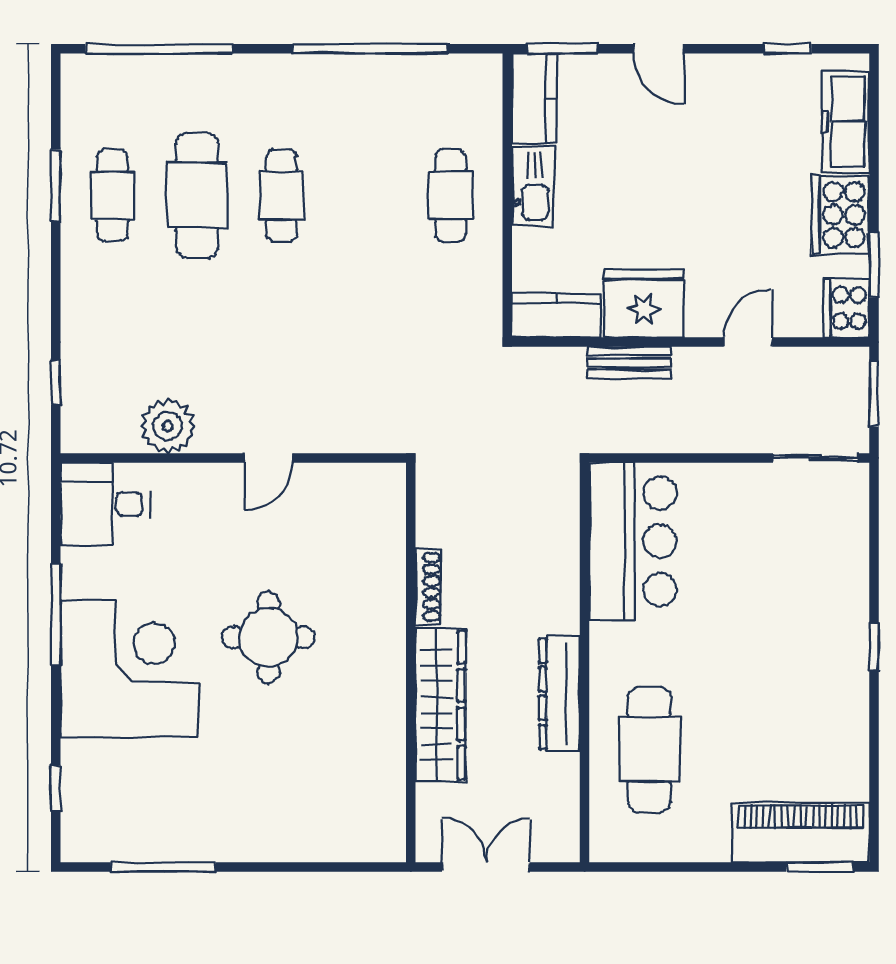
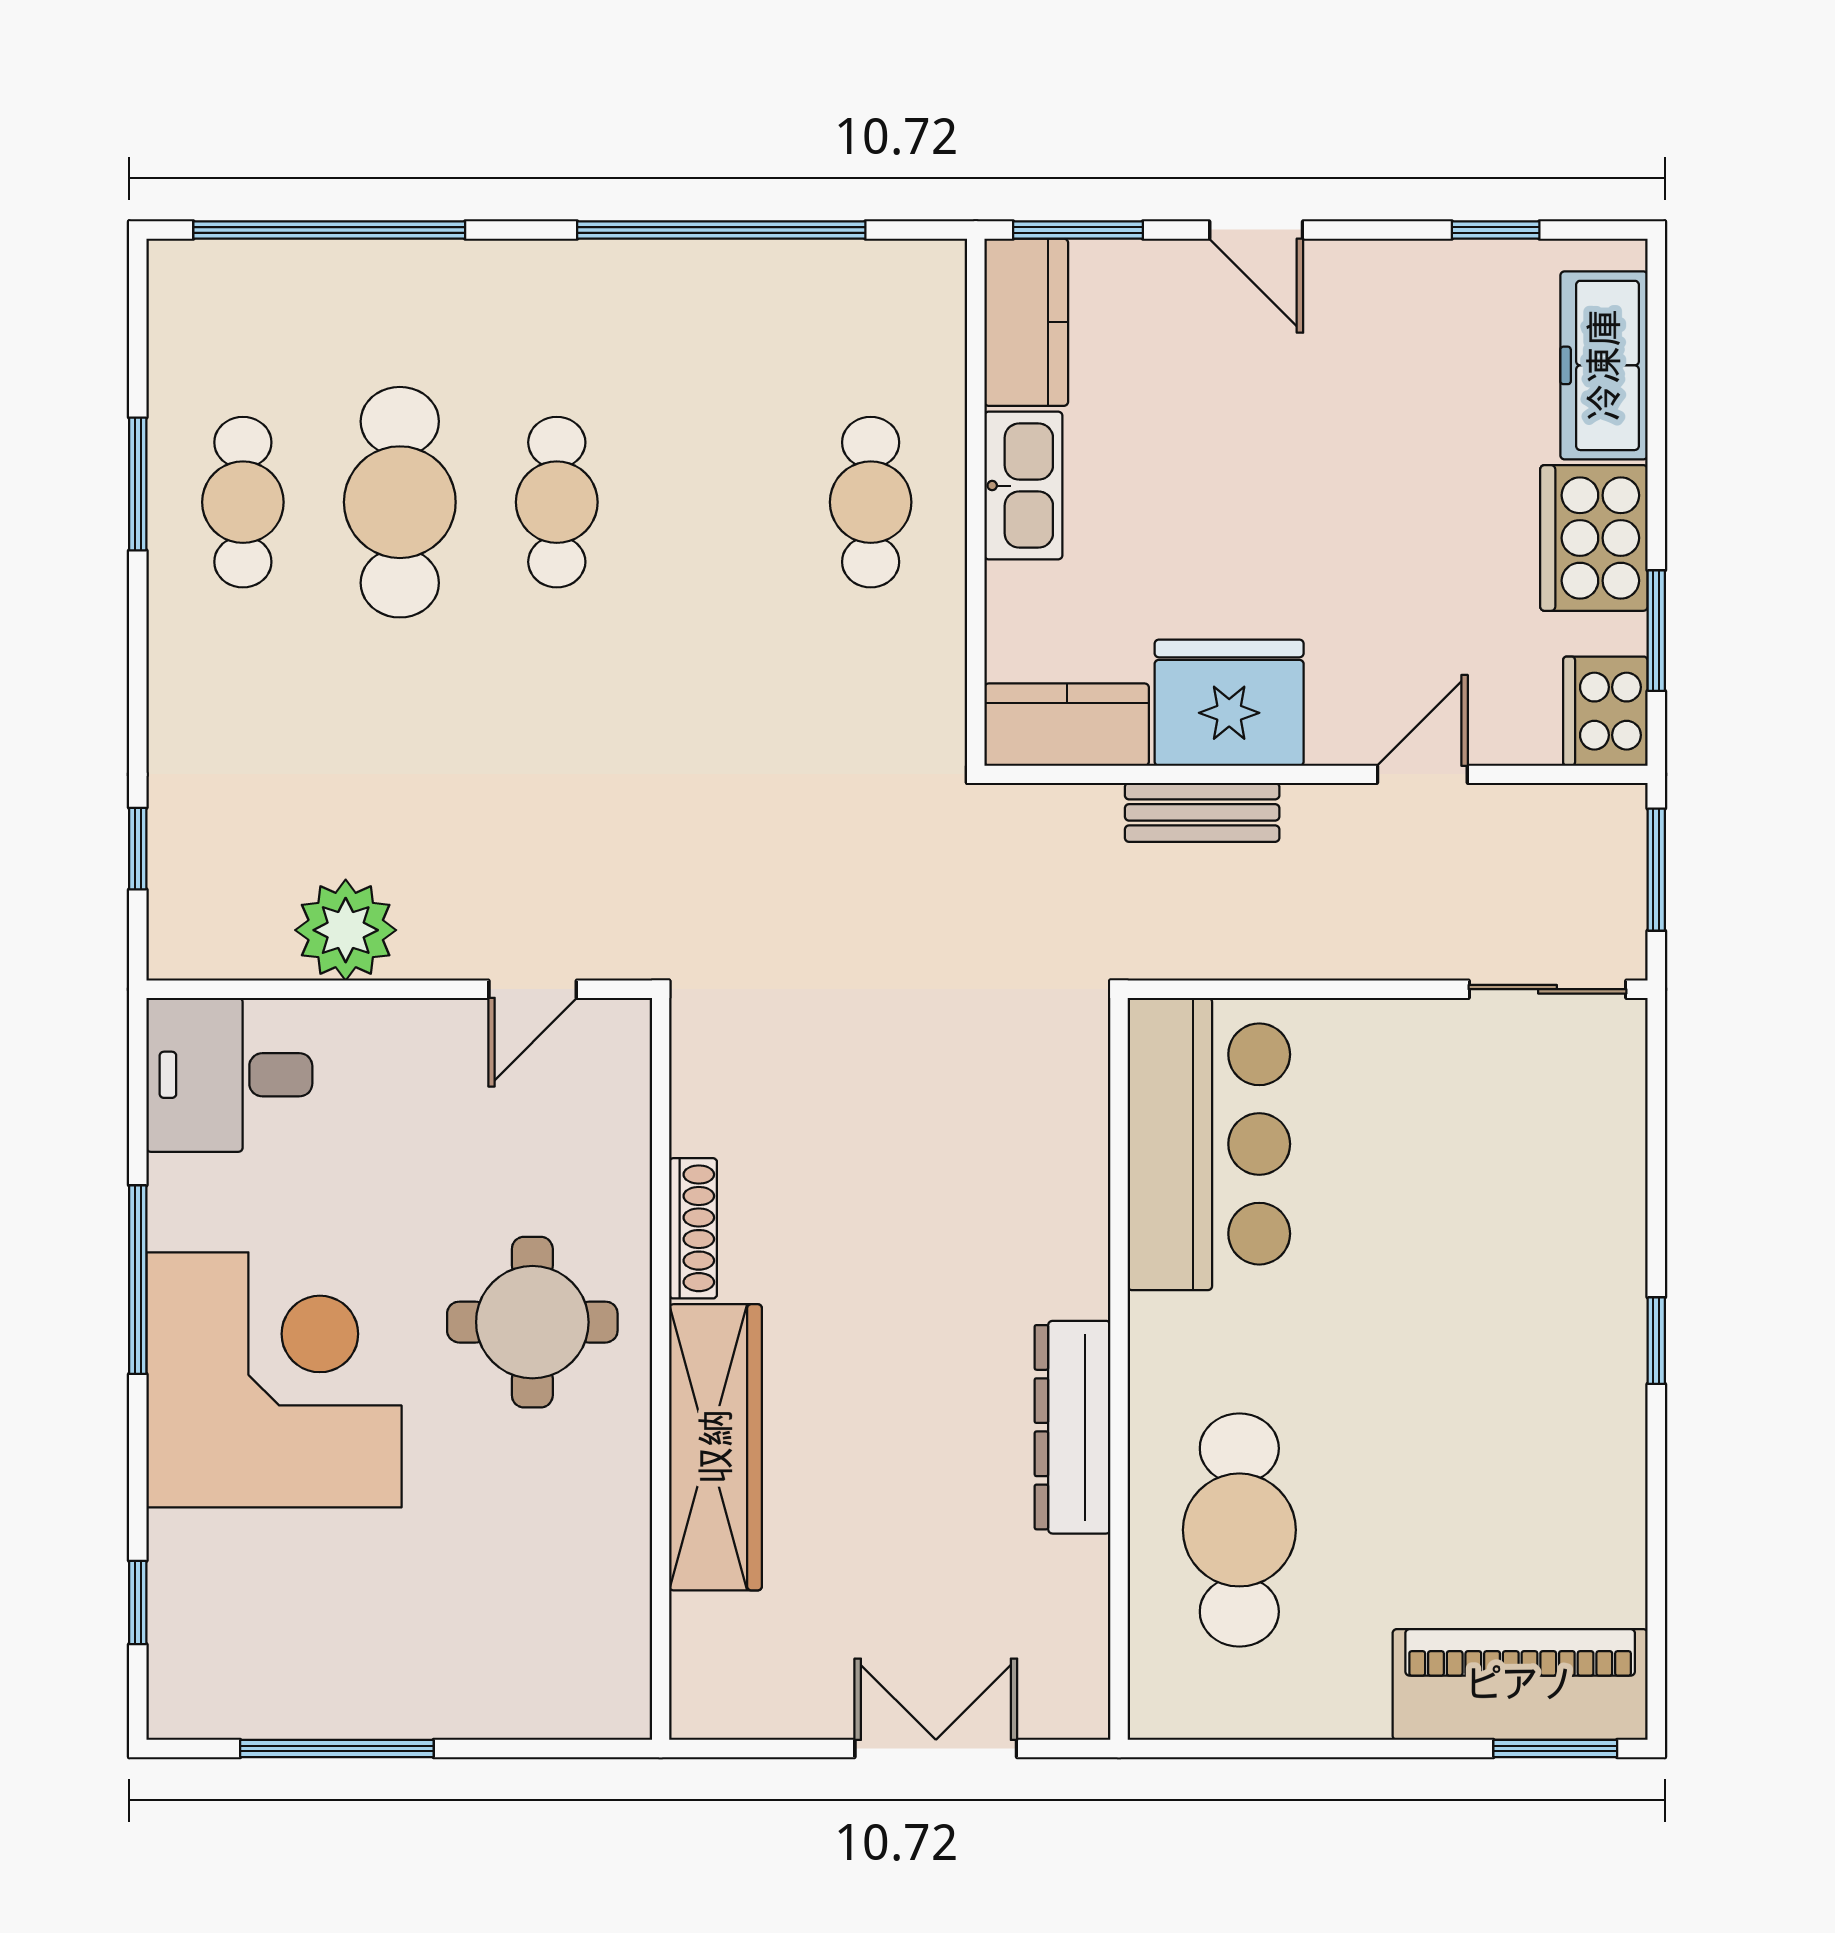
shoe rack: (428, 587) -> (693, 1228), moved
wall: (411, 662) -> (661, 1369), moved
wardrobe: (440, 705) -> (716, 1447), moved

